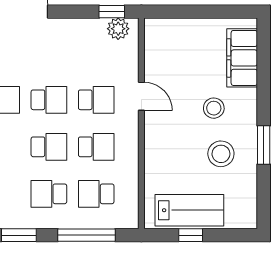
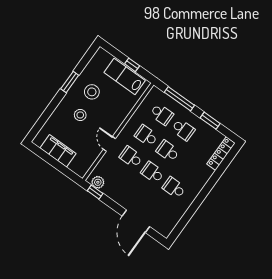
filing cabinet: (242, 58) -> (58, 151), moved, turned -90

